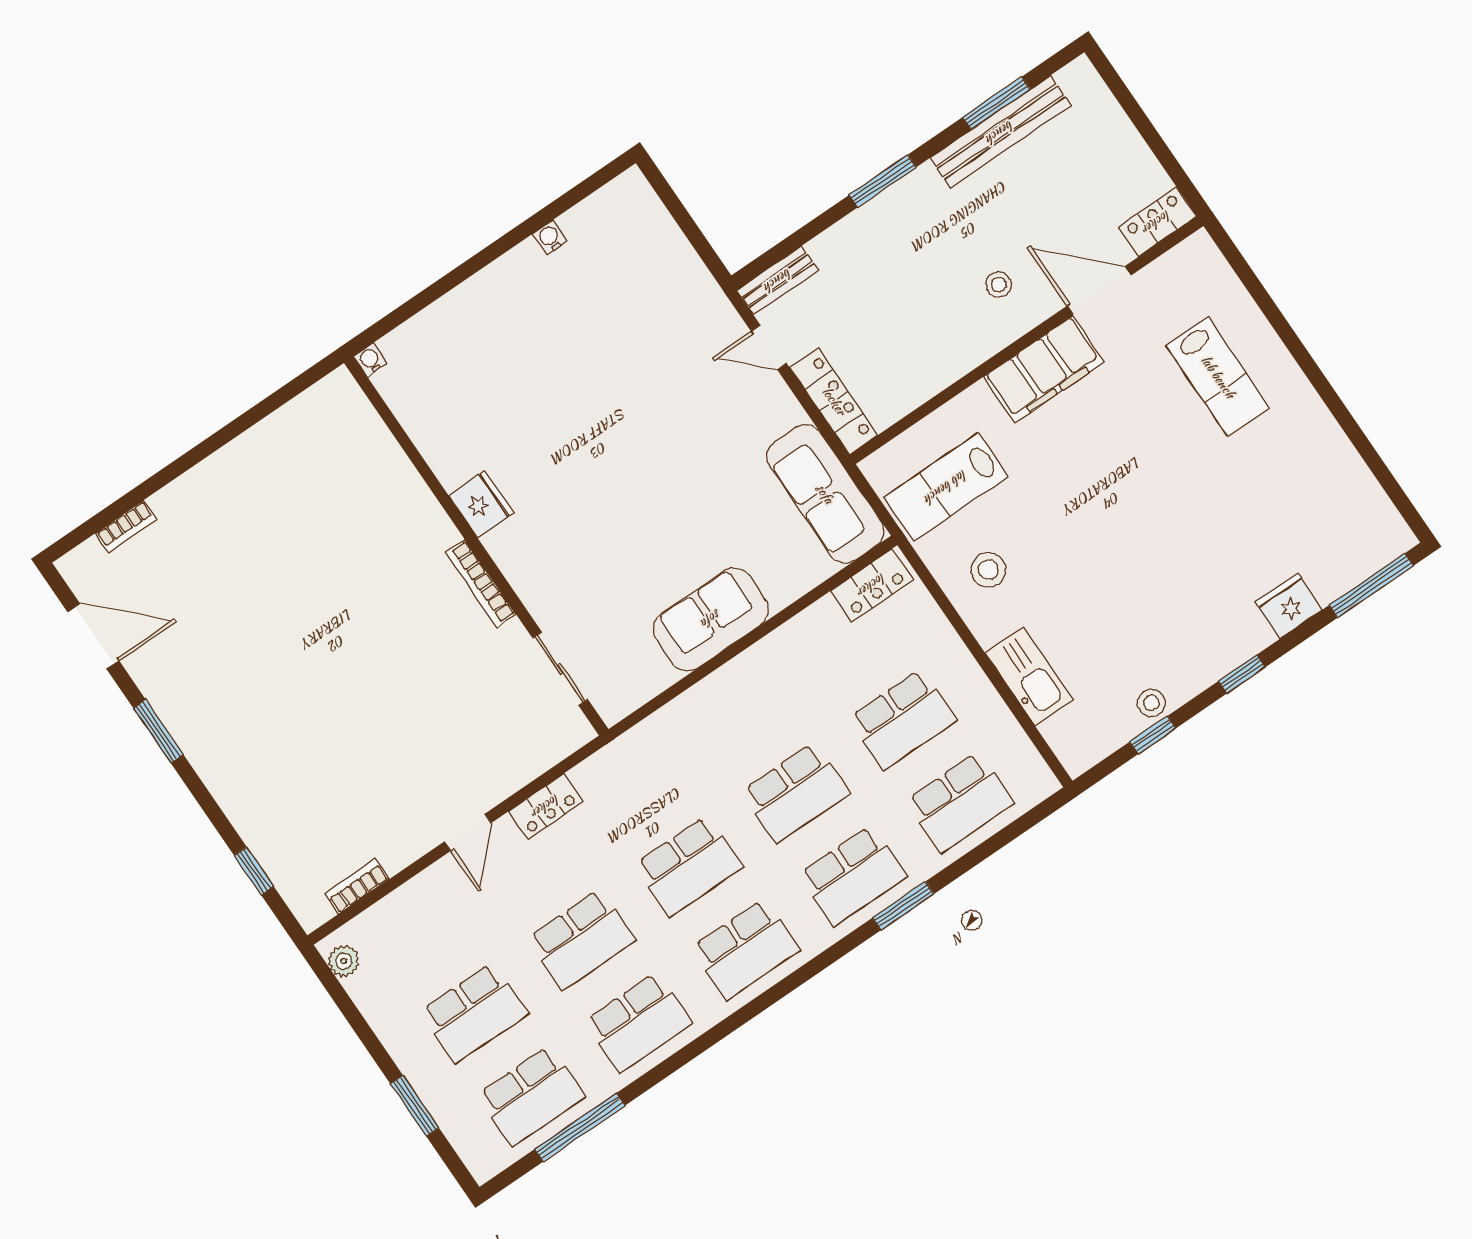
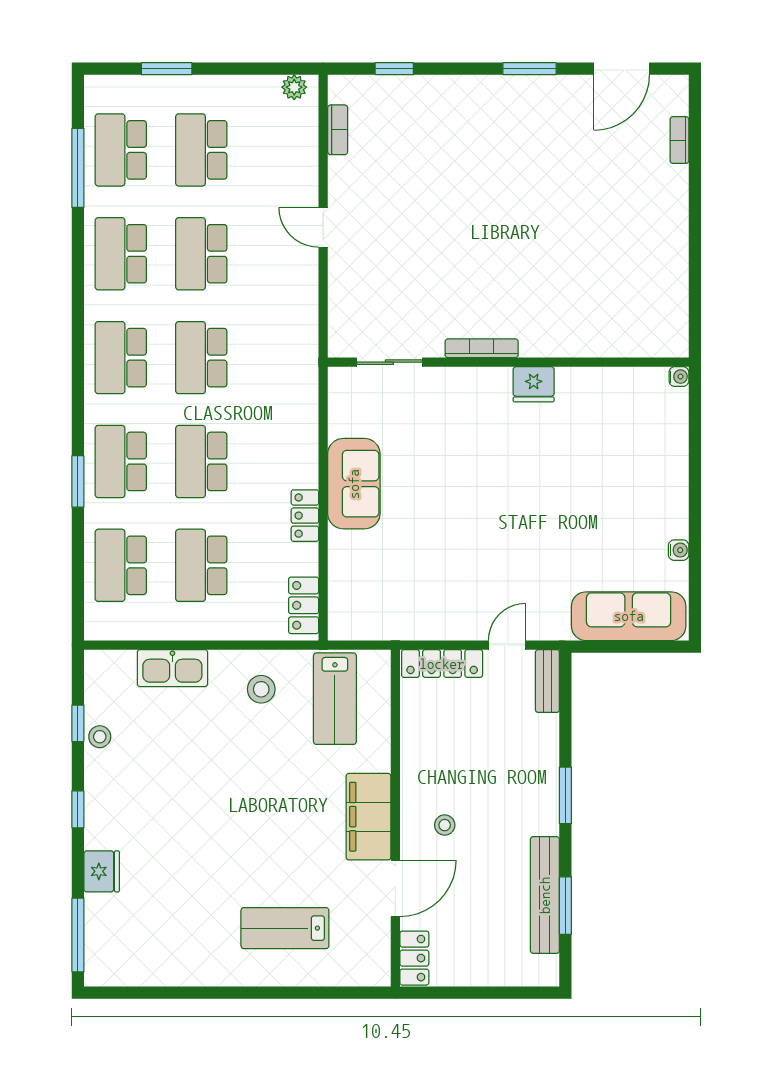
lab bench: (946, 487) -> (335, 699), turned 180
sofa: (825, 494) -> (629, 616), moved
locker: (546, 806) -> (305, 516), moved

